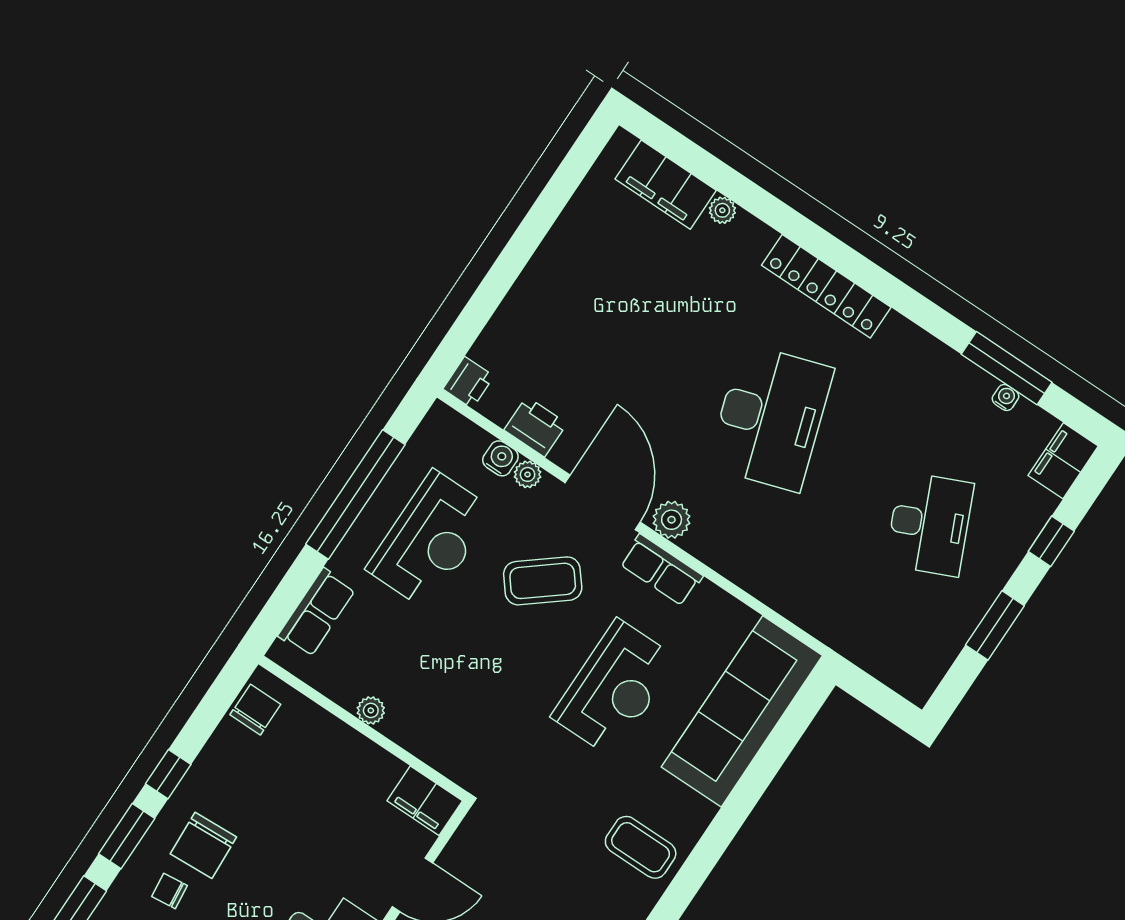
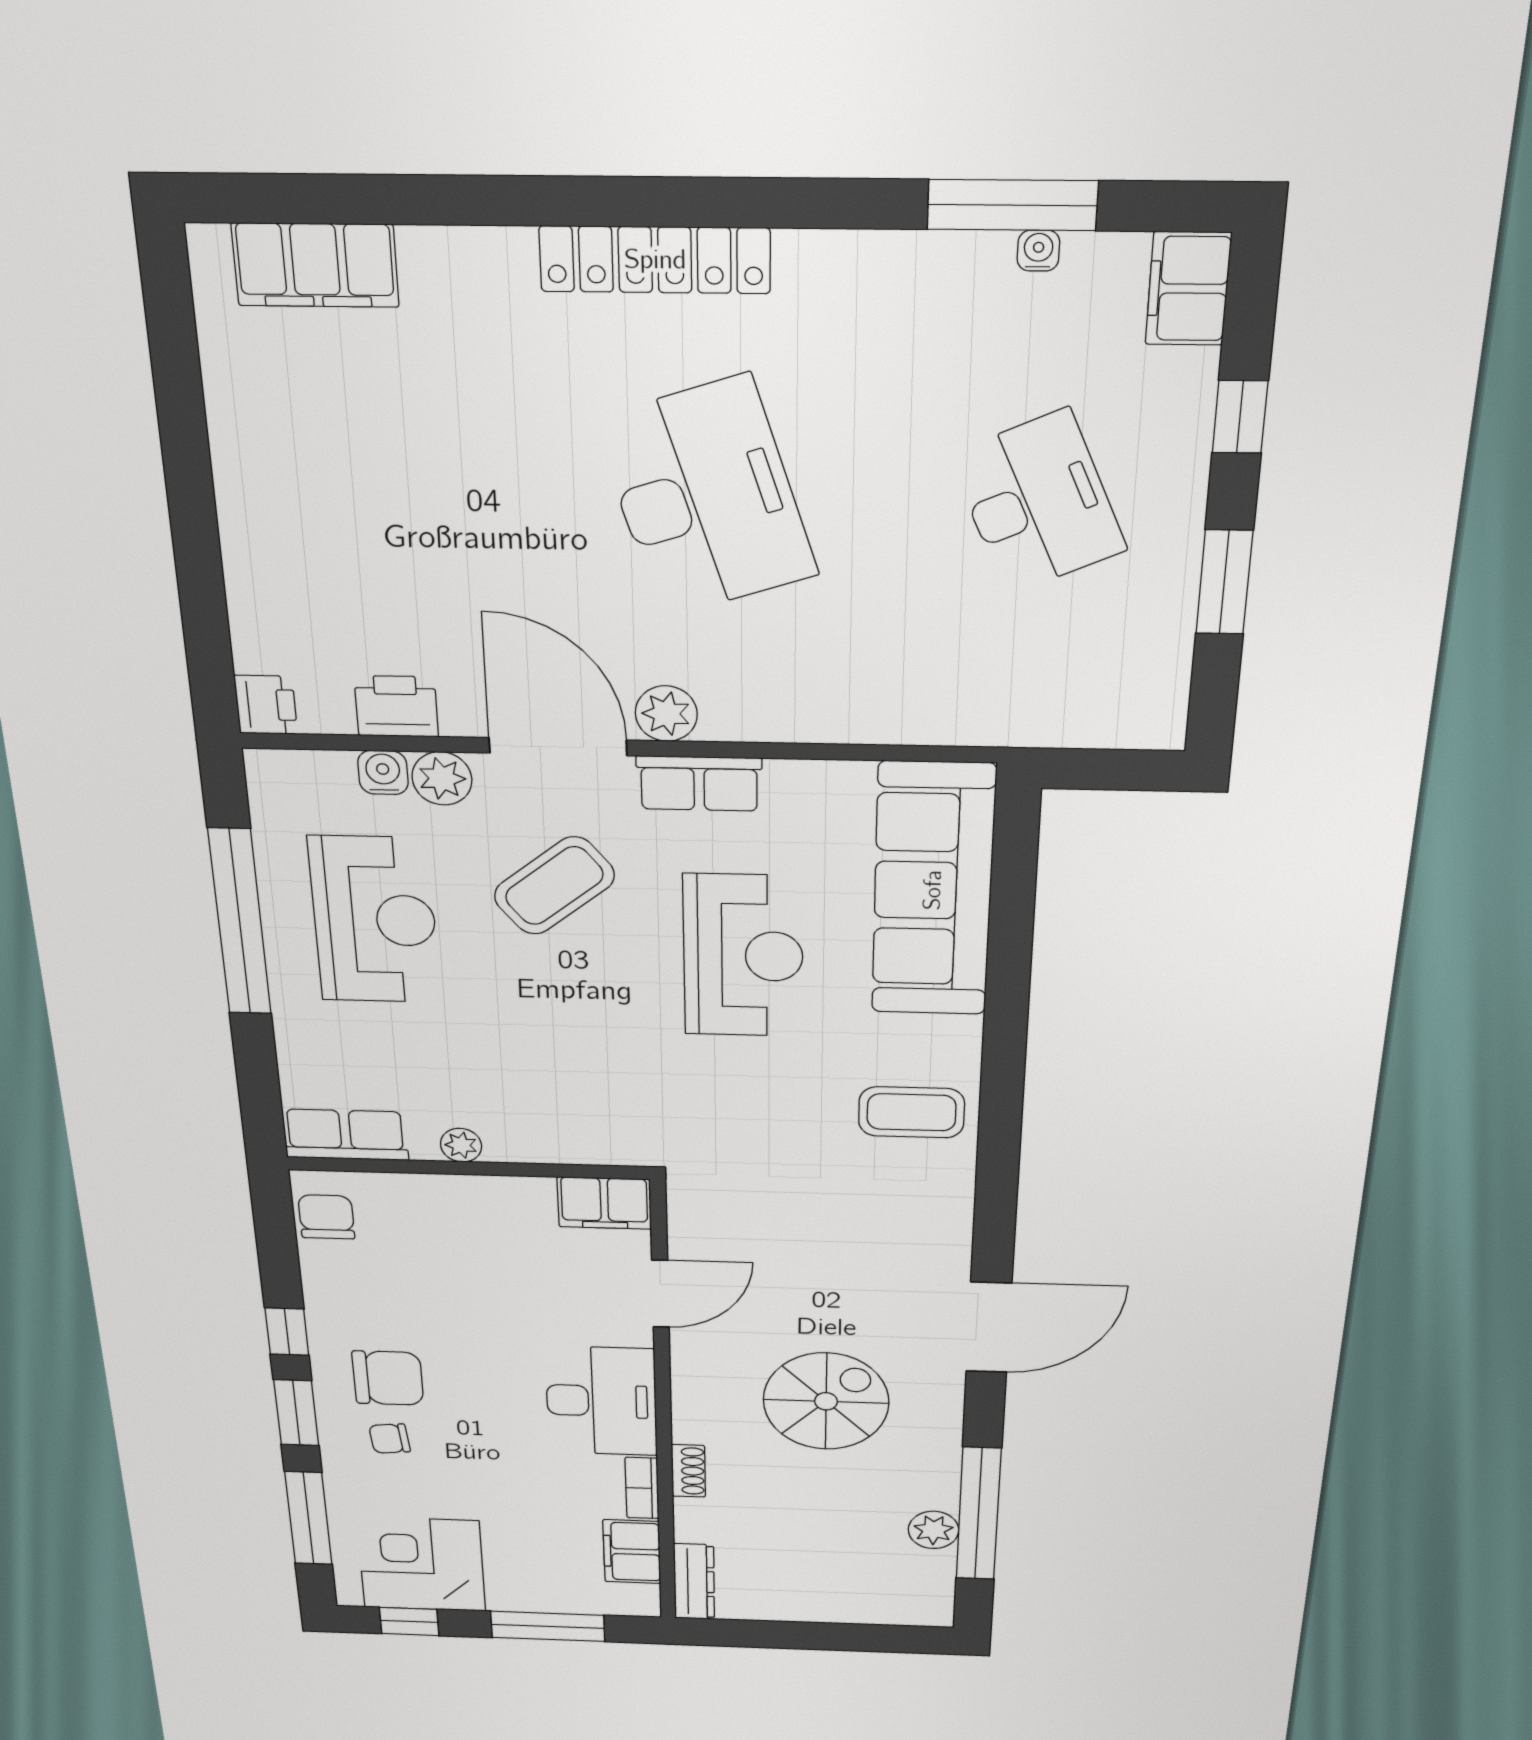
plant: (722, 210) -> (423, 248), removed
plant: (528, 474) -> (442, 778), width x1.38, depth x1.38
row of seats: (317, 613) -> (345, 1135), moved, turned -90
chair: (203, 845) -> (388, 1378), turned -87

